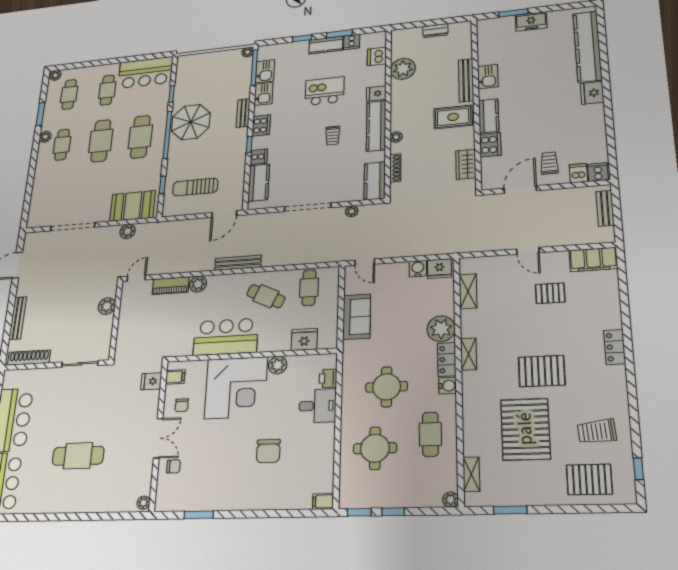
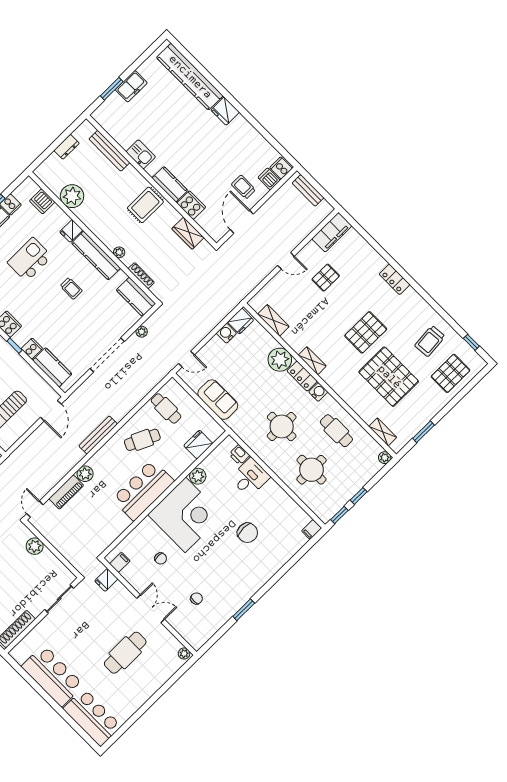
bench: (466, 80) -> (109, 151), moved
filing cabinet: (175, 377) -> (120, 562), moved
fridge: (151, 381) -> (106, 580), moved
wall: (158, 435) -> (149, 607), moved
double door: (158, 438) -> (151, 609), moved
plant: (143, 503) -> (184, 654), moved

